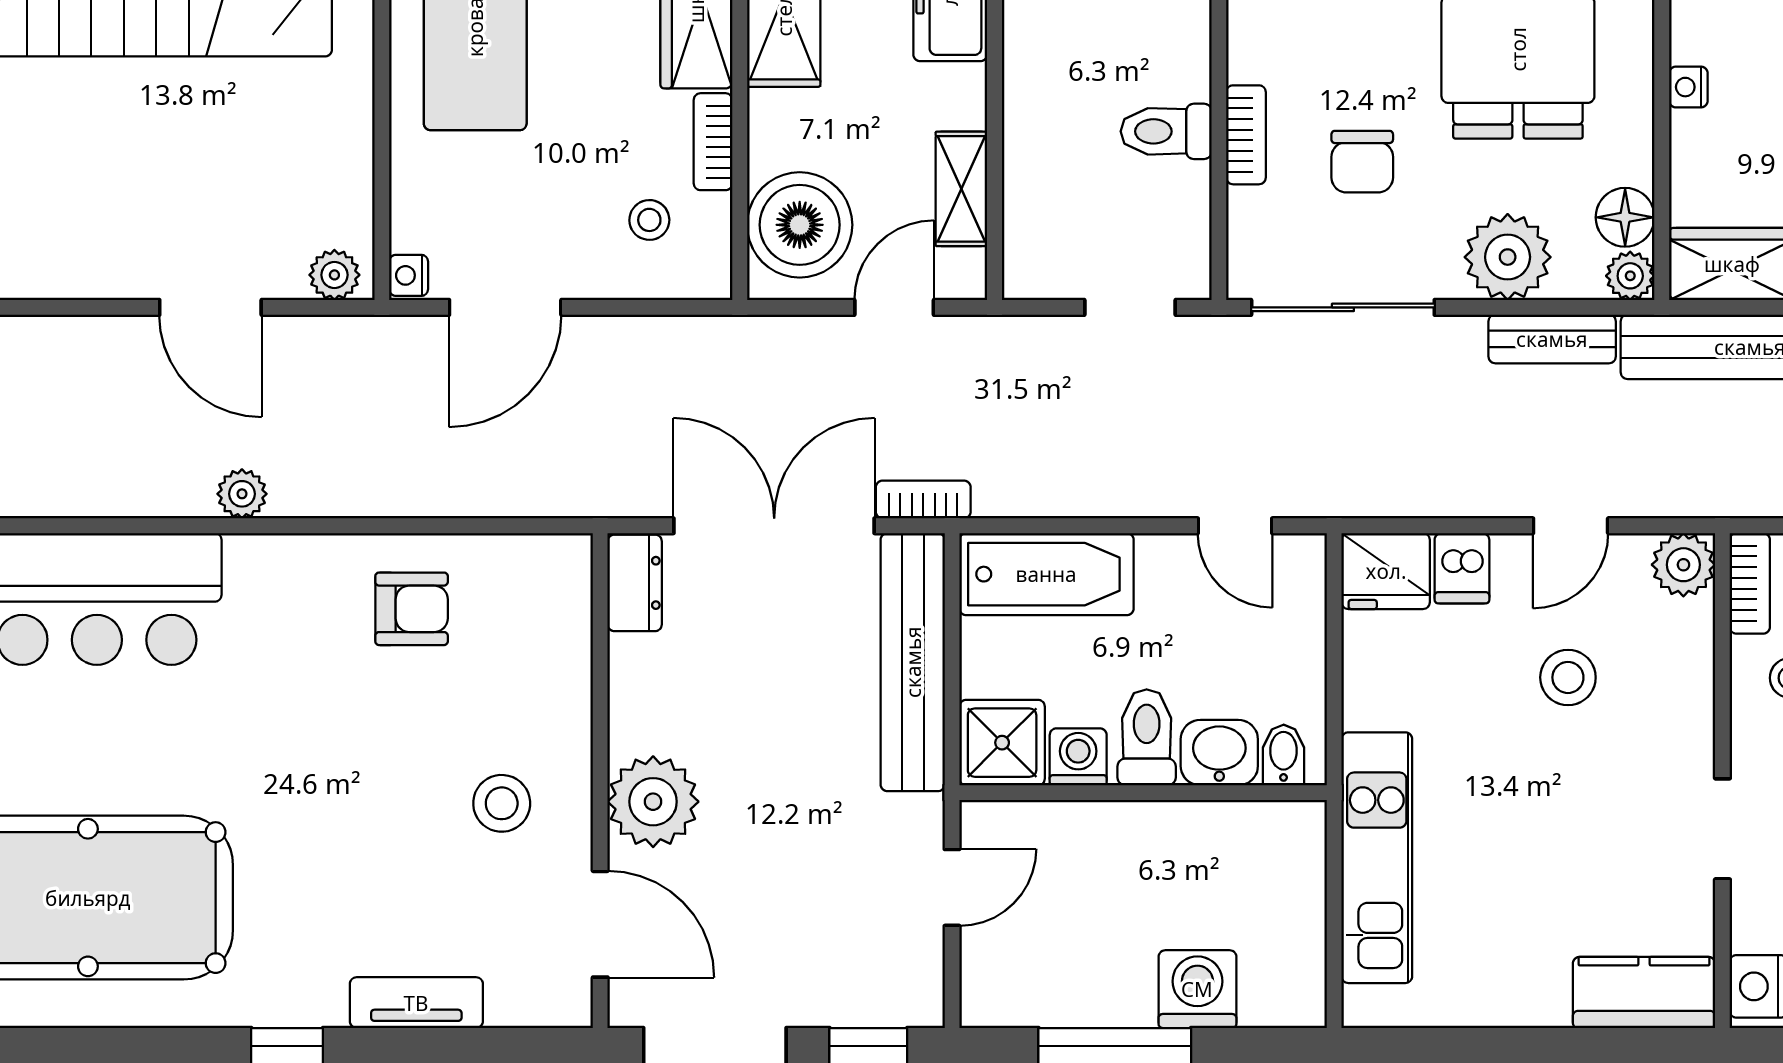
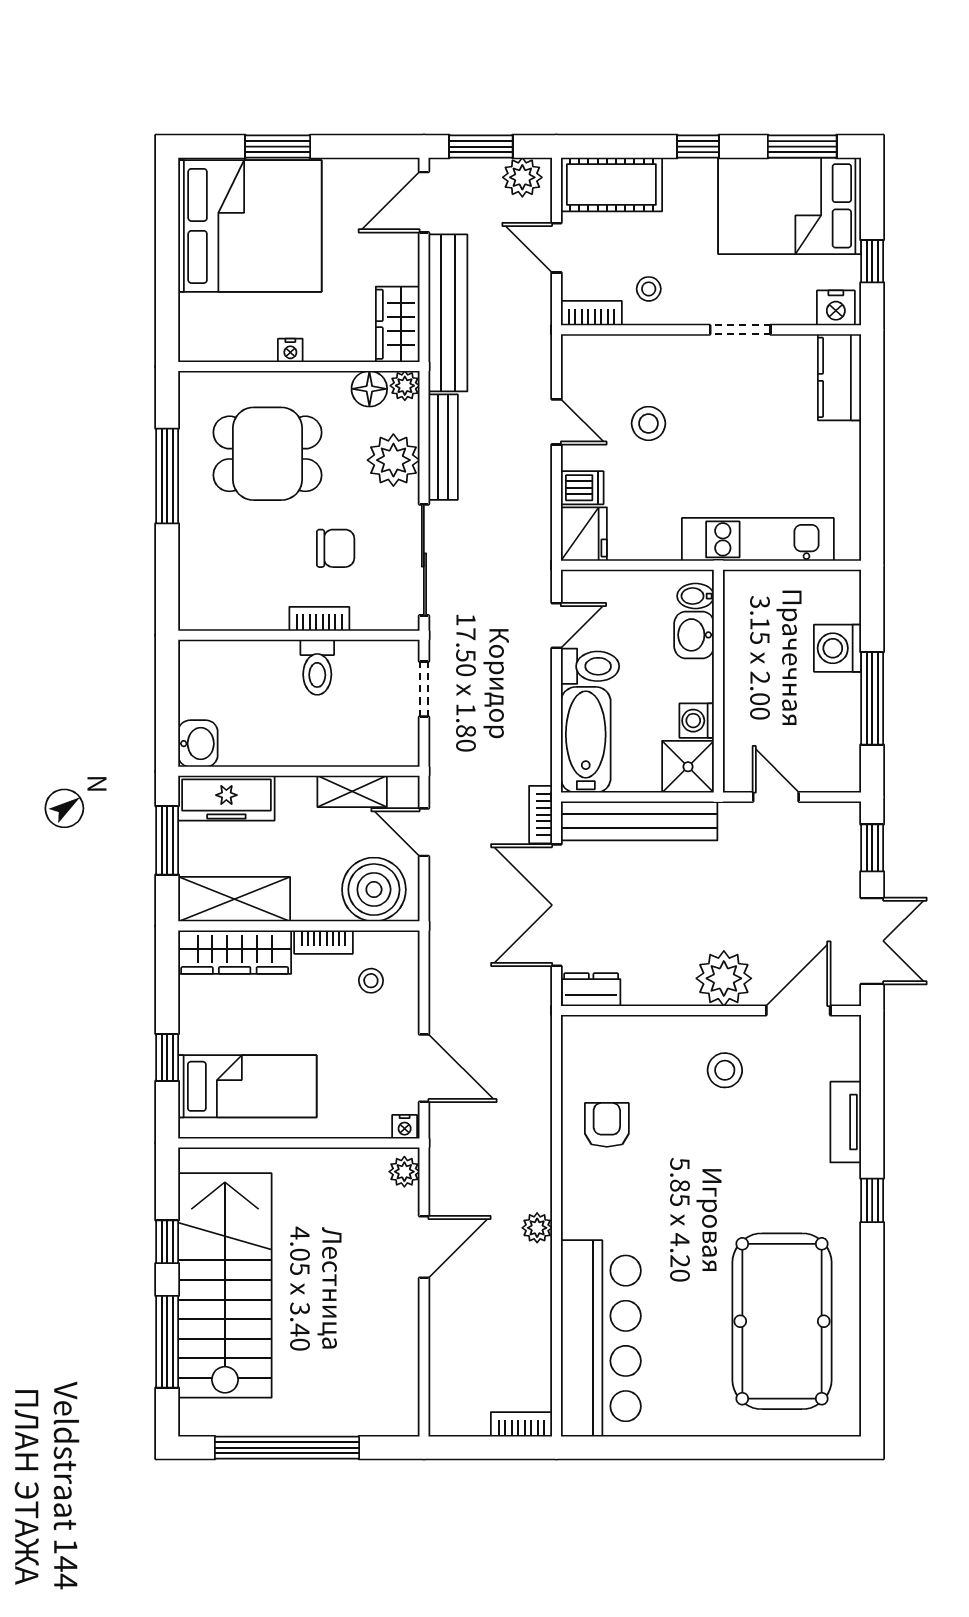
bench: (1552, 339) -> (443, 447), width x1.36
plant: (1683, 565) -> (580, 353), removed
toilet: (1147, 737) -> (590, 666), moved, turned 180

